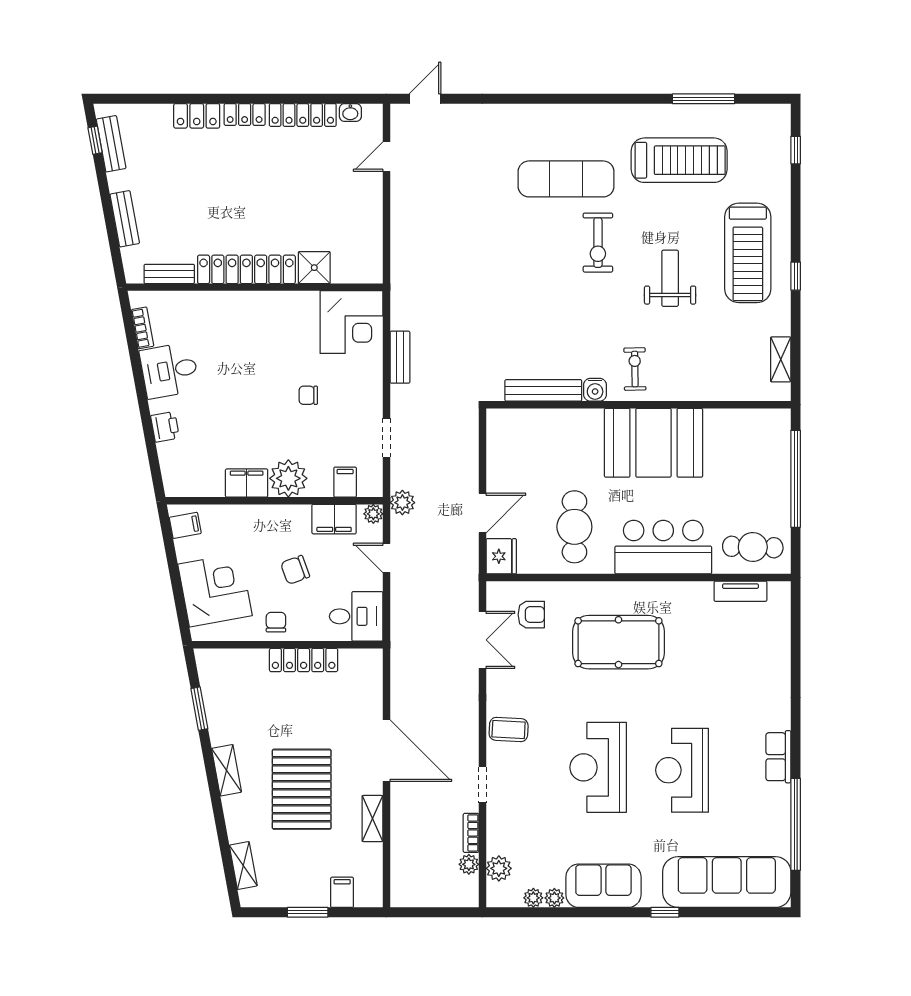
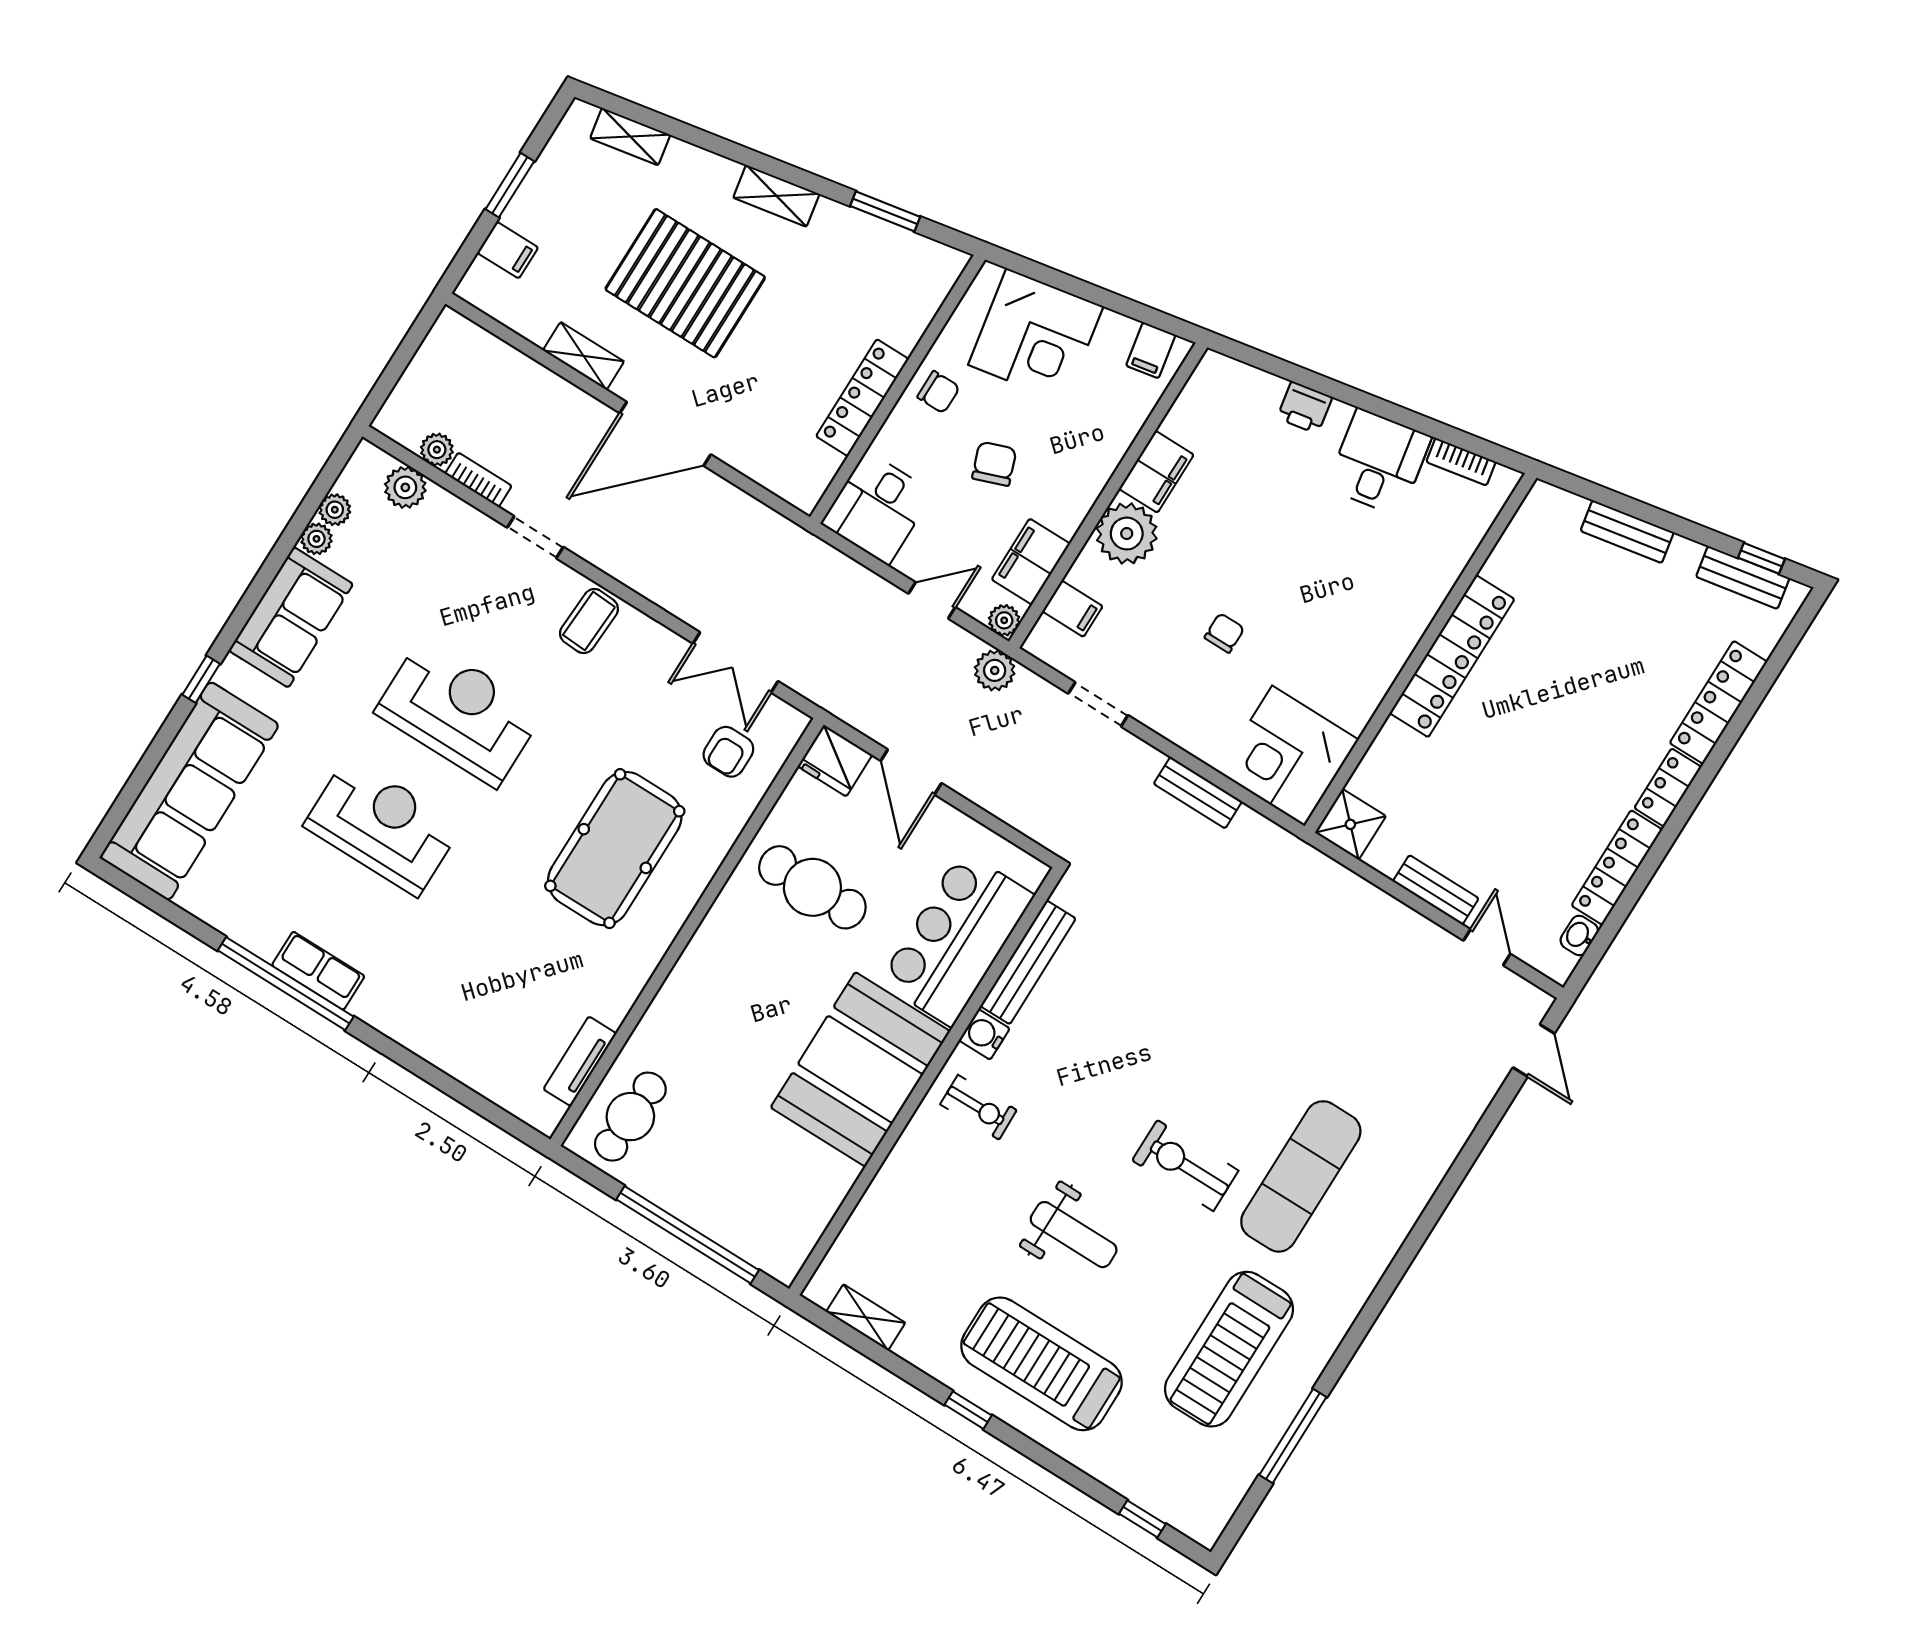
locker: (197, 116) -> (1718, 702), width x1.53
shower: (314, 268) -> (1350, 824), moved
bench: (169, 274) -> (1436, 890), moved, turned 90
bar counter: (663, 547) -> (957, 939), moved, turned 180
window: (796, 824) -> (286, 984), moved

